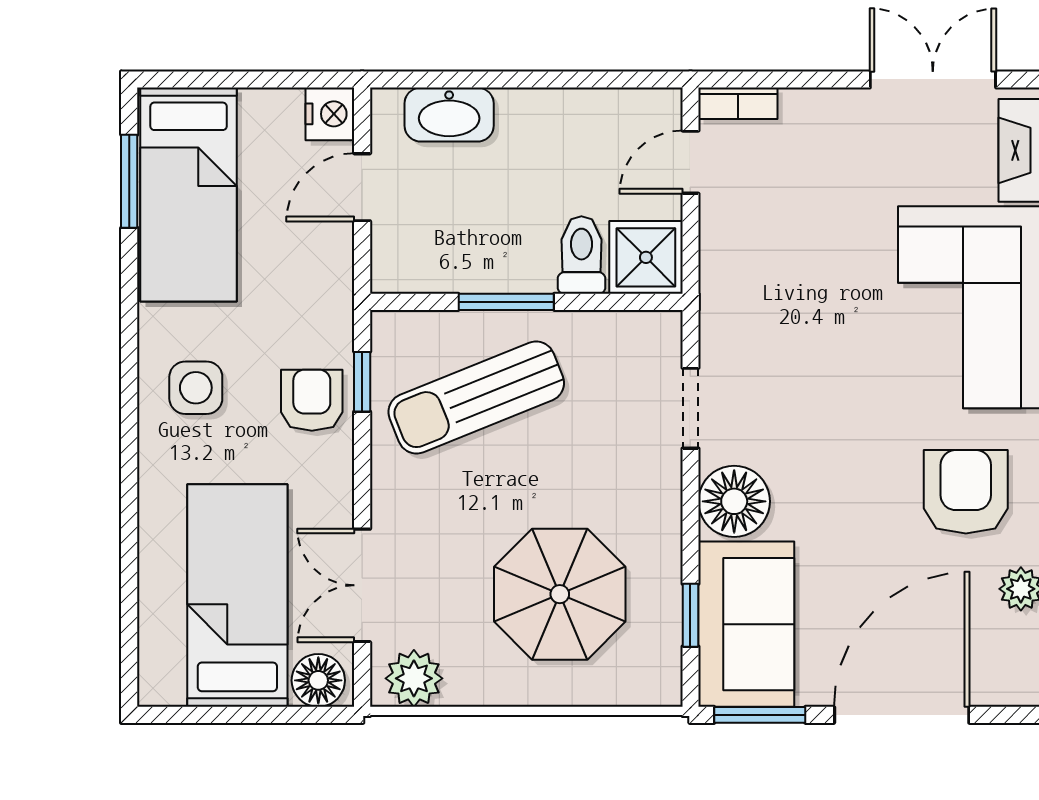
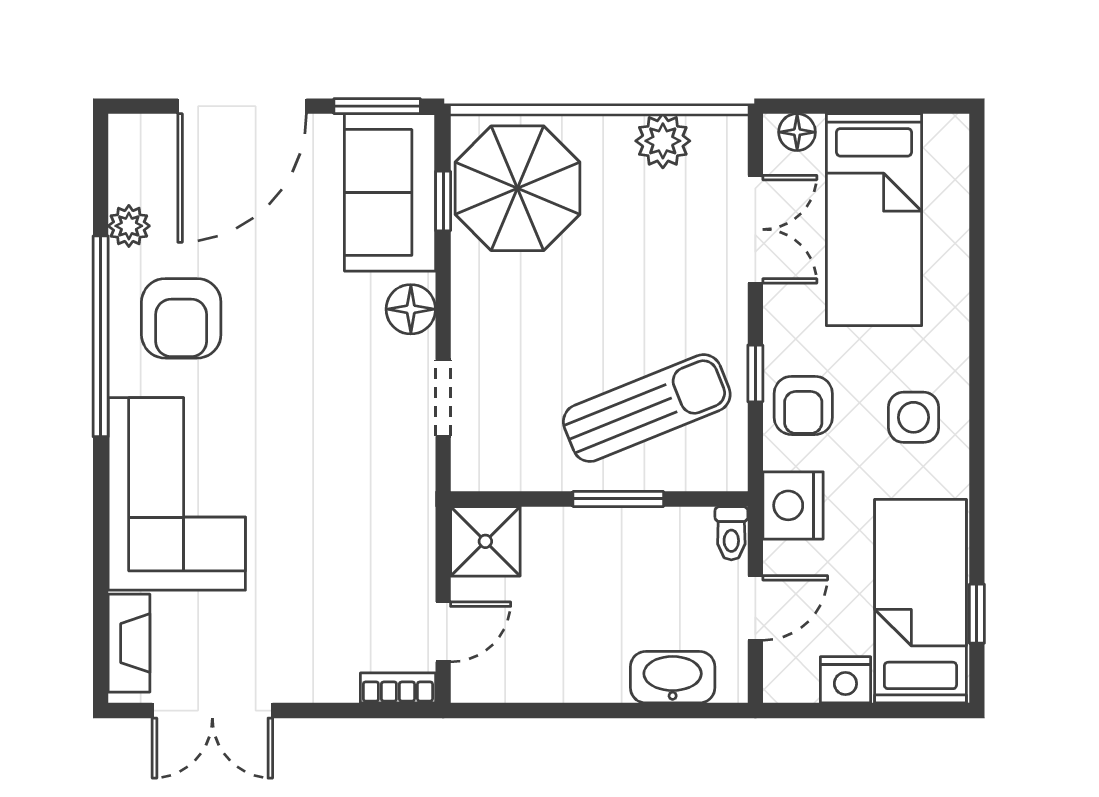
nightstand: (330, 114) -> (845, 680), moved, turned -90
window: (129, 181) -> (977, 614), width x0.67
toilet: (581, 255) -> (731, 533), moved, width x0.73, depth x0.72
nightstand: (322, 295) -> (793, 505), added
window: (362, 382) -> (755, 373), moved
floor lamp: (734, 501) -> (411, 309), width x0.73, depth x0.73
parasol: (560, 594) -> (517, 188), moved
plant: (414, 678) -> (663, 141), moved
floor lamp: (318, 680) -> (797, 132), width x0.73, depth x0.73

